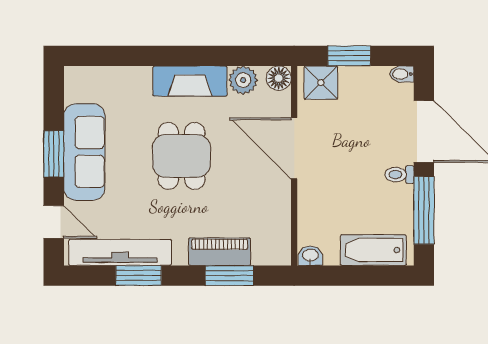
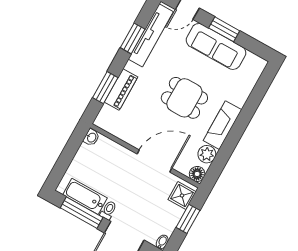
bathtub: (373, 250) -> (85, 196), moved, turned -90

